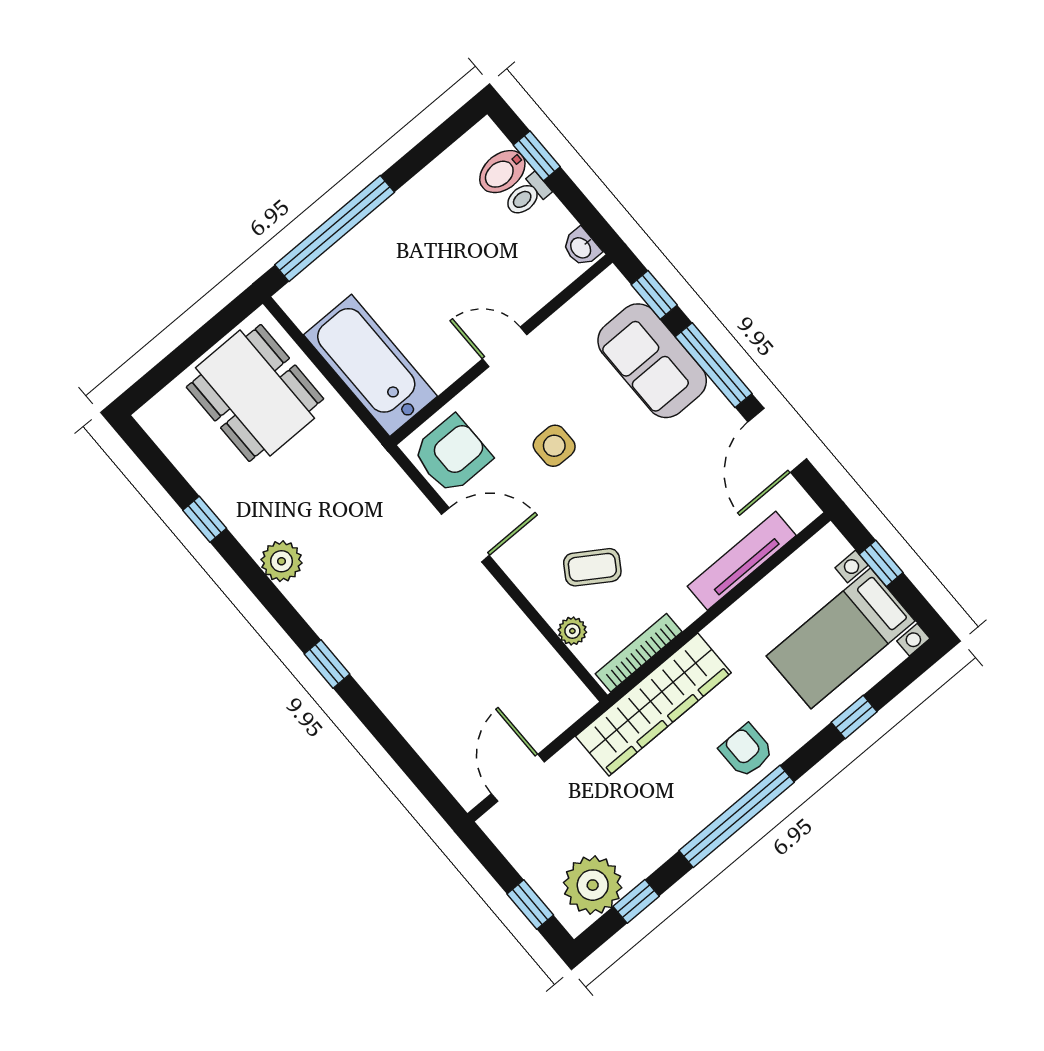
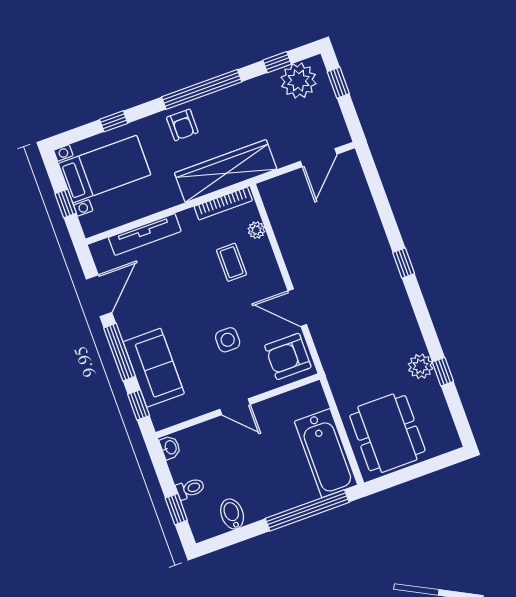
bidet: (502, 172) -> (232, 514), moved, turned -90
bathtub: (371, 365) -> (326, 453), moved
plant: (281, 561) -> (421, 366), moved
coffee table: (592, 567) -> (232, 262), turned 57

